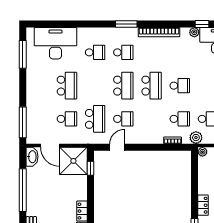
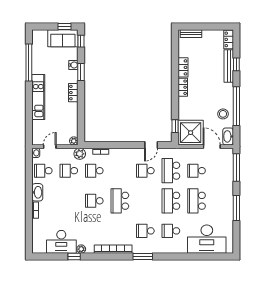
window: (23, 54) -> (236, 208), moved
school desk: (123, 86) -> (171, 201), moved
stool: (38, 182) -> (223, 114), added

